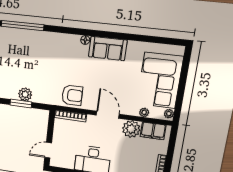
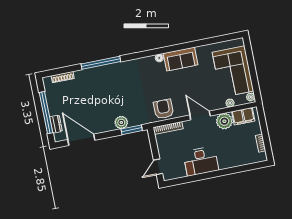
armchair: (72, 95) -> (164, 109), turned -90
window: (21, 103) -> (132, 130), moved

